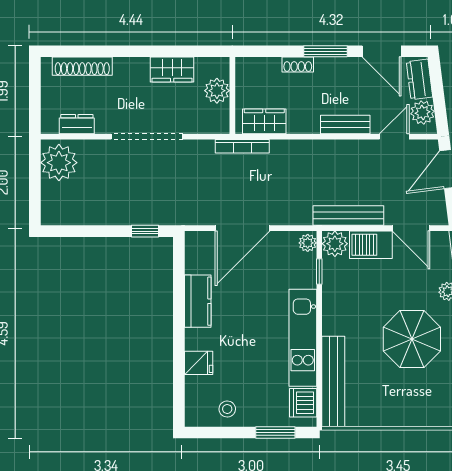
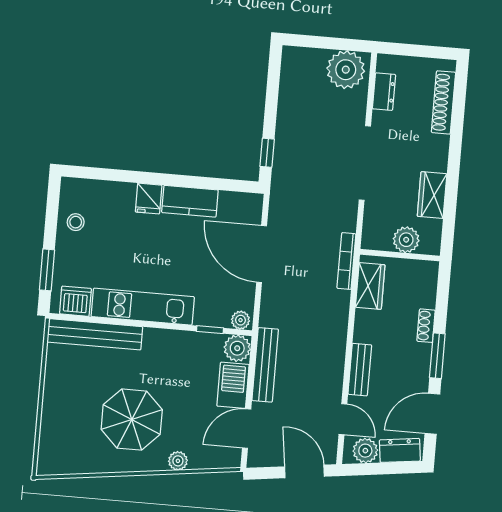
fridge: (199, 363) -> (149, 199), moved

